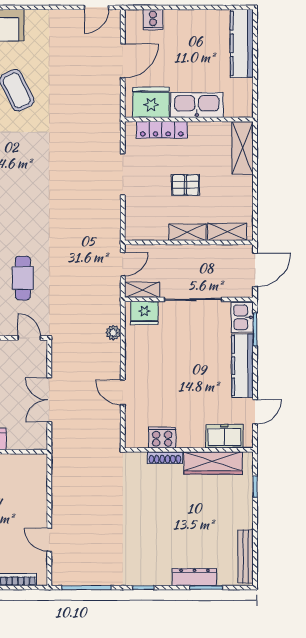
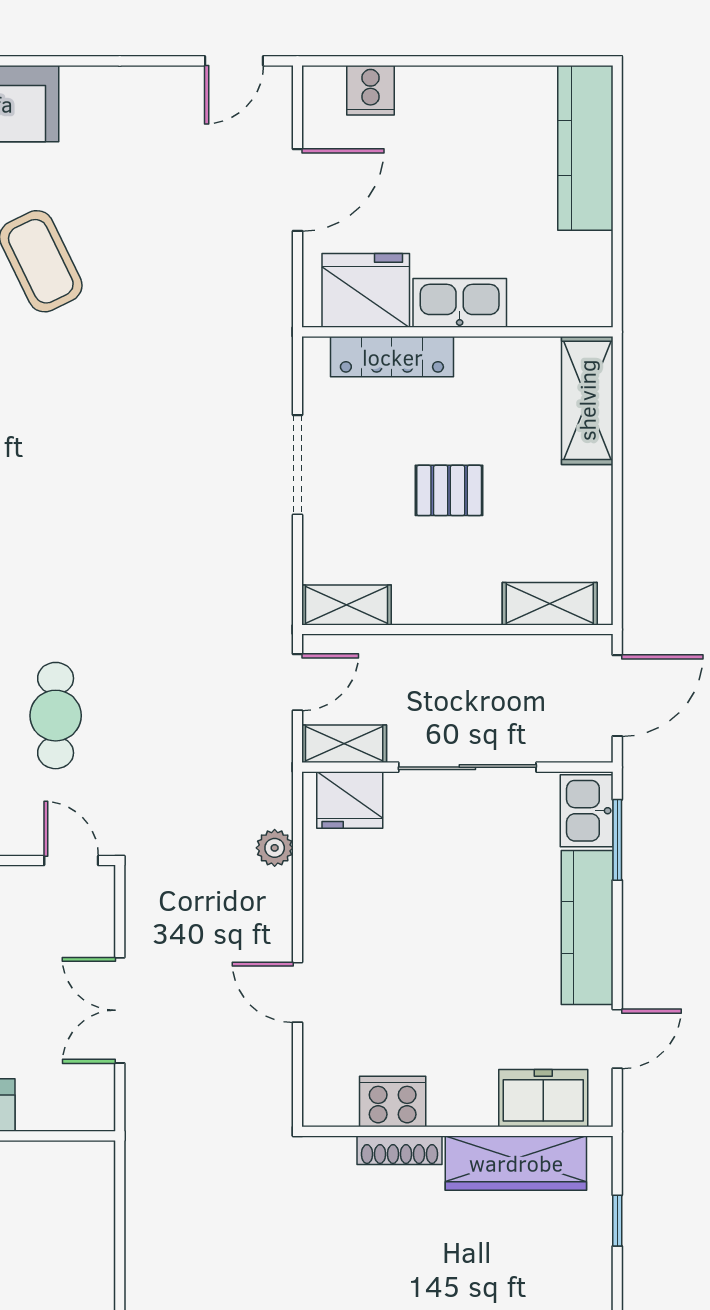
kitchen sink: (197, 105) -> (460, 303), width x0.73, depth x0.81
shelving: (188, 232) -> (347, 605), moved

